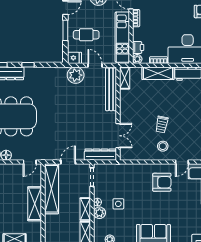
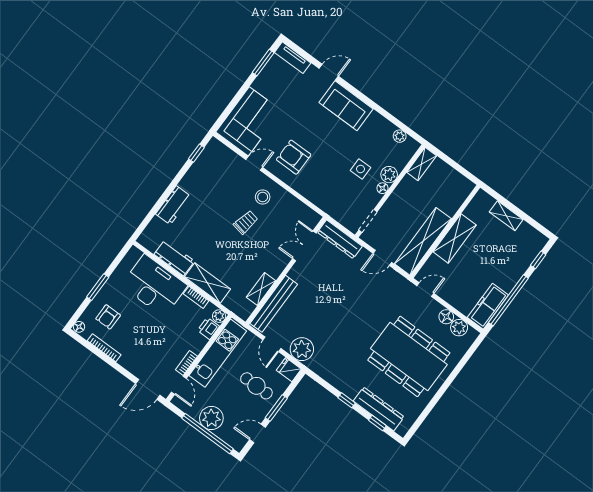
shelving: (125, 78) -> (261, 289), moved
shelving: (85, 209) -> (402, 190), removed

